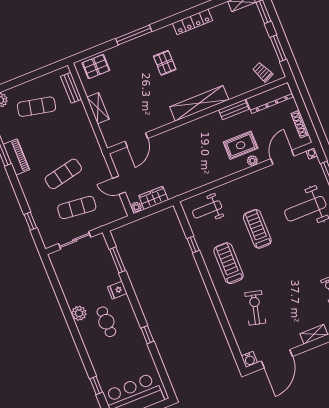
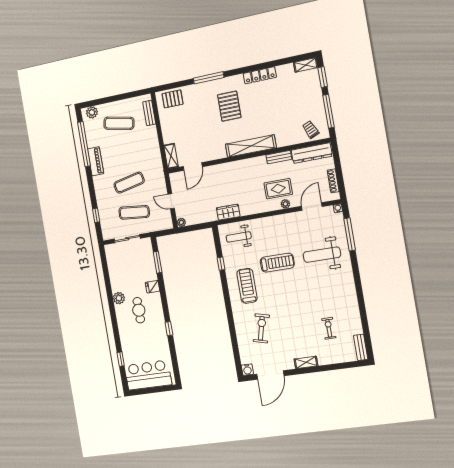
window: (278, 48) -> (328, 111), width x1.44
pallet: (165, 63) -> (229, 106), width x1.50, depth x1.42
shelving: (98, 108) -> (171, 156), moved
wardrobe: (153, 198) -> (228, 212), moved
treadmill: (257, 229) -> (277, 263), turned 90

